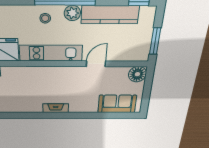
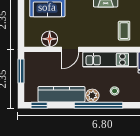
floor lamp: (137, 74) -> (50, 39), moved
coffee table: (35, 82) -> (124, 31), added

